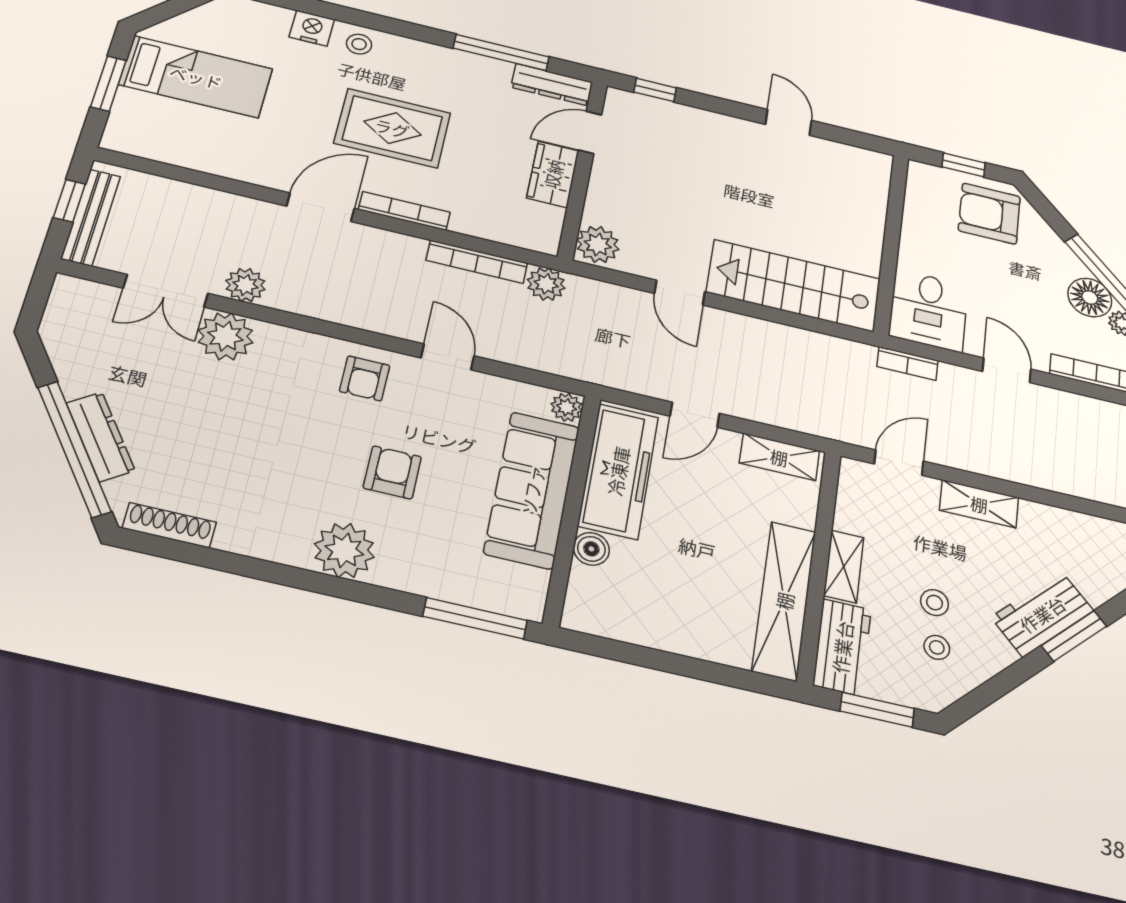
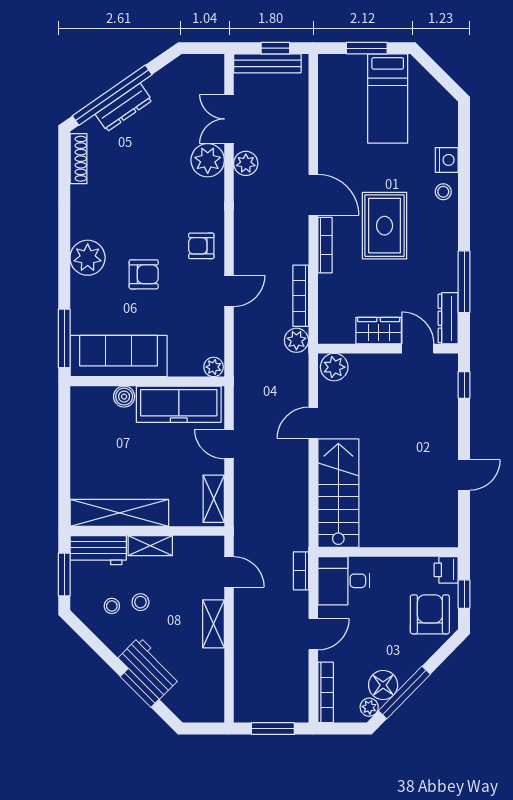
printer: (926, 178) -> (446, 570), added
sofa: (532, 490) -> (119, 356), moved

